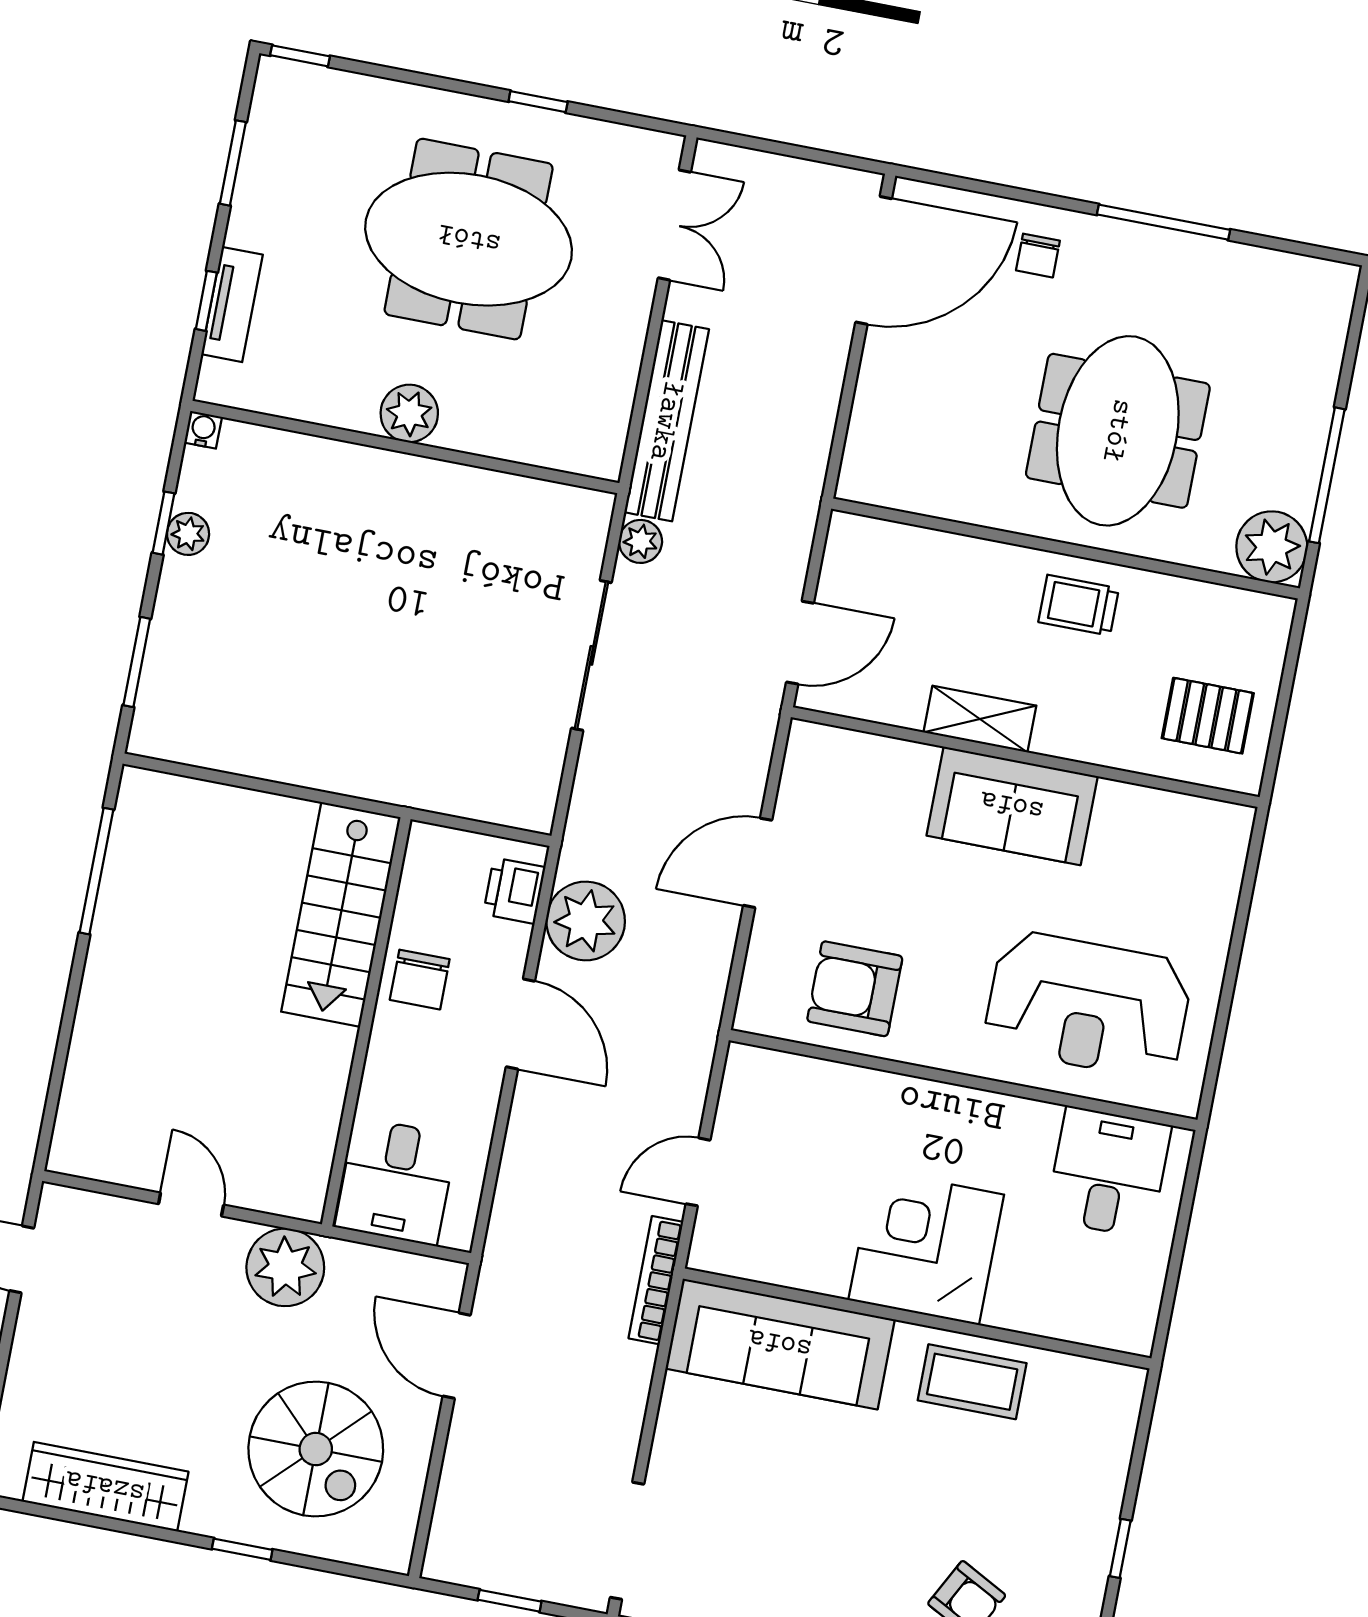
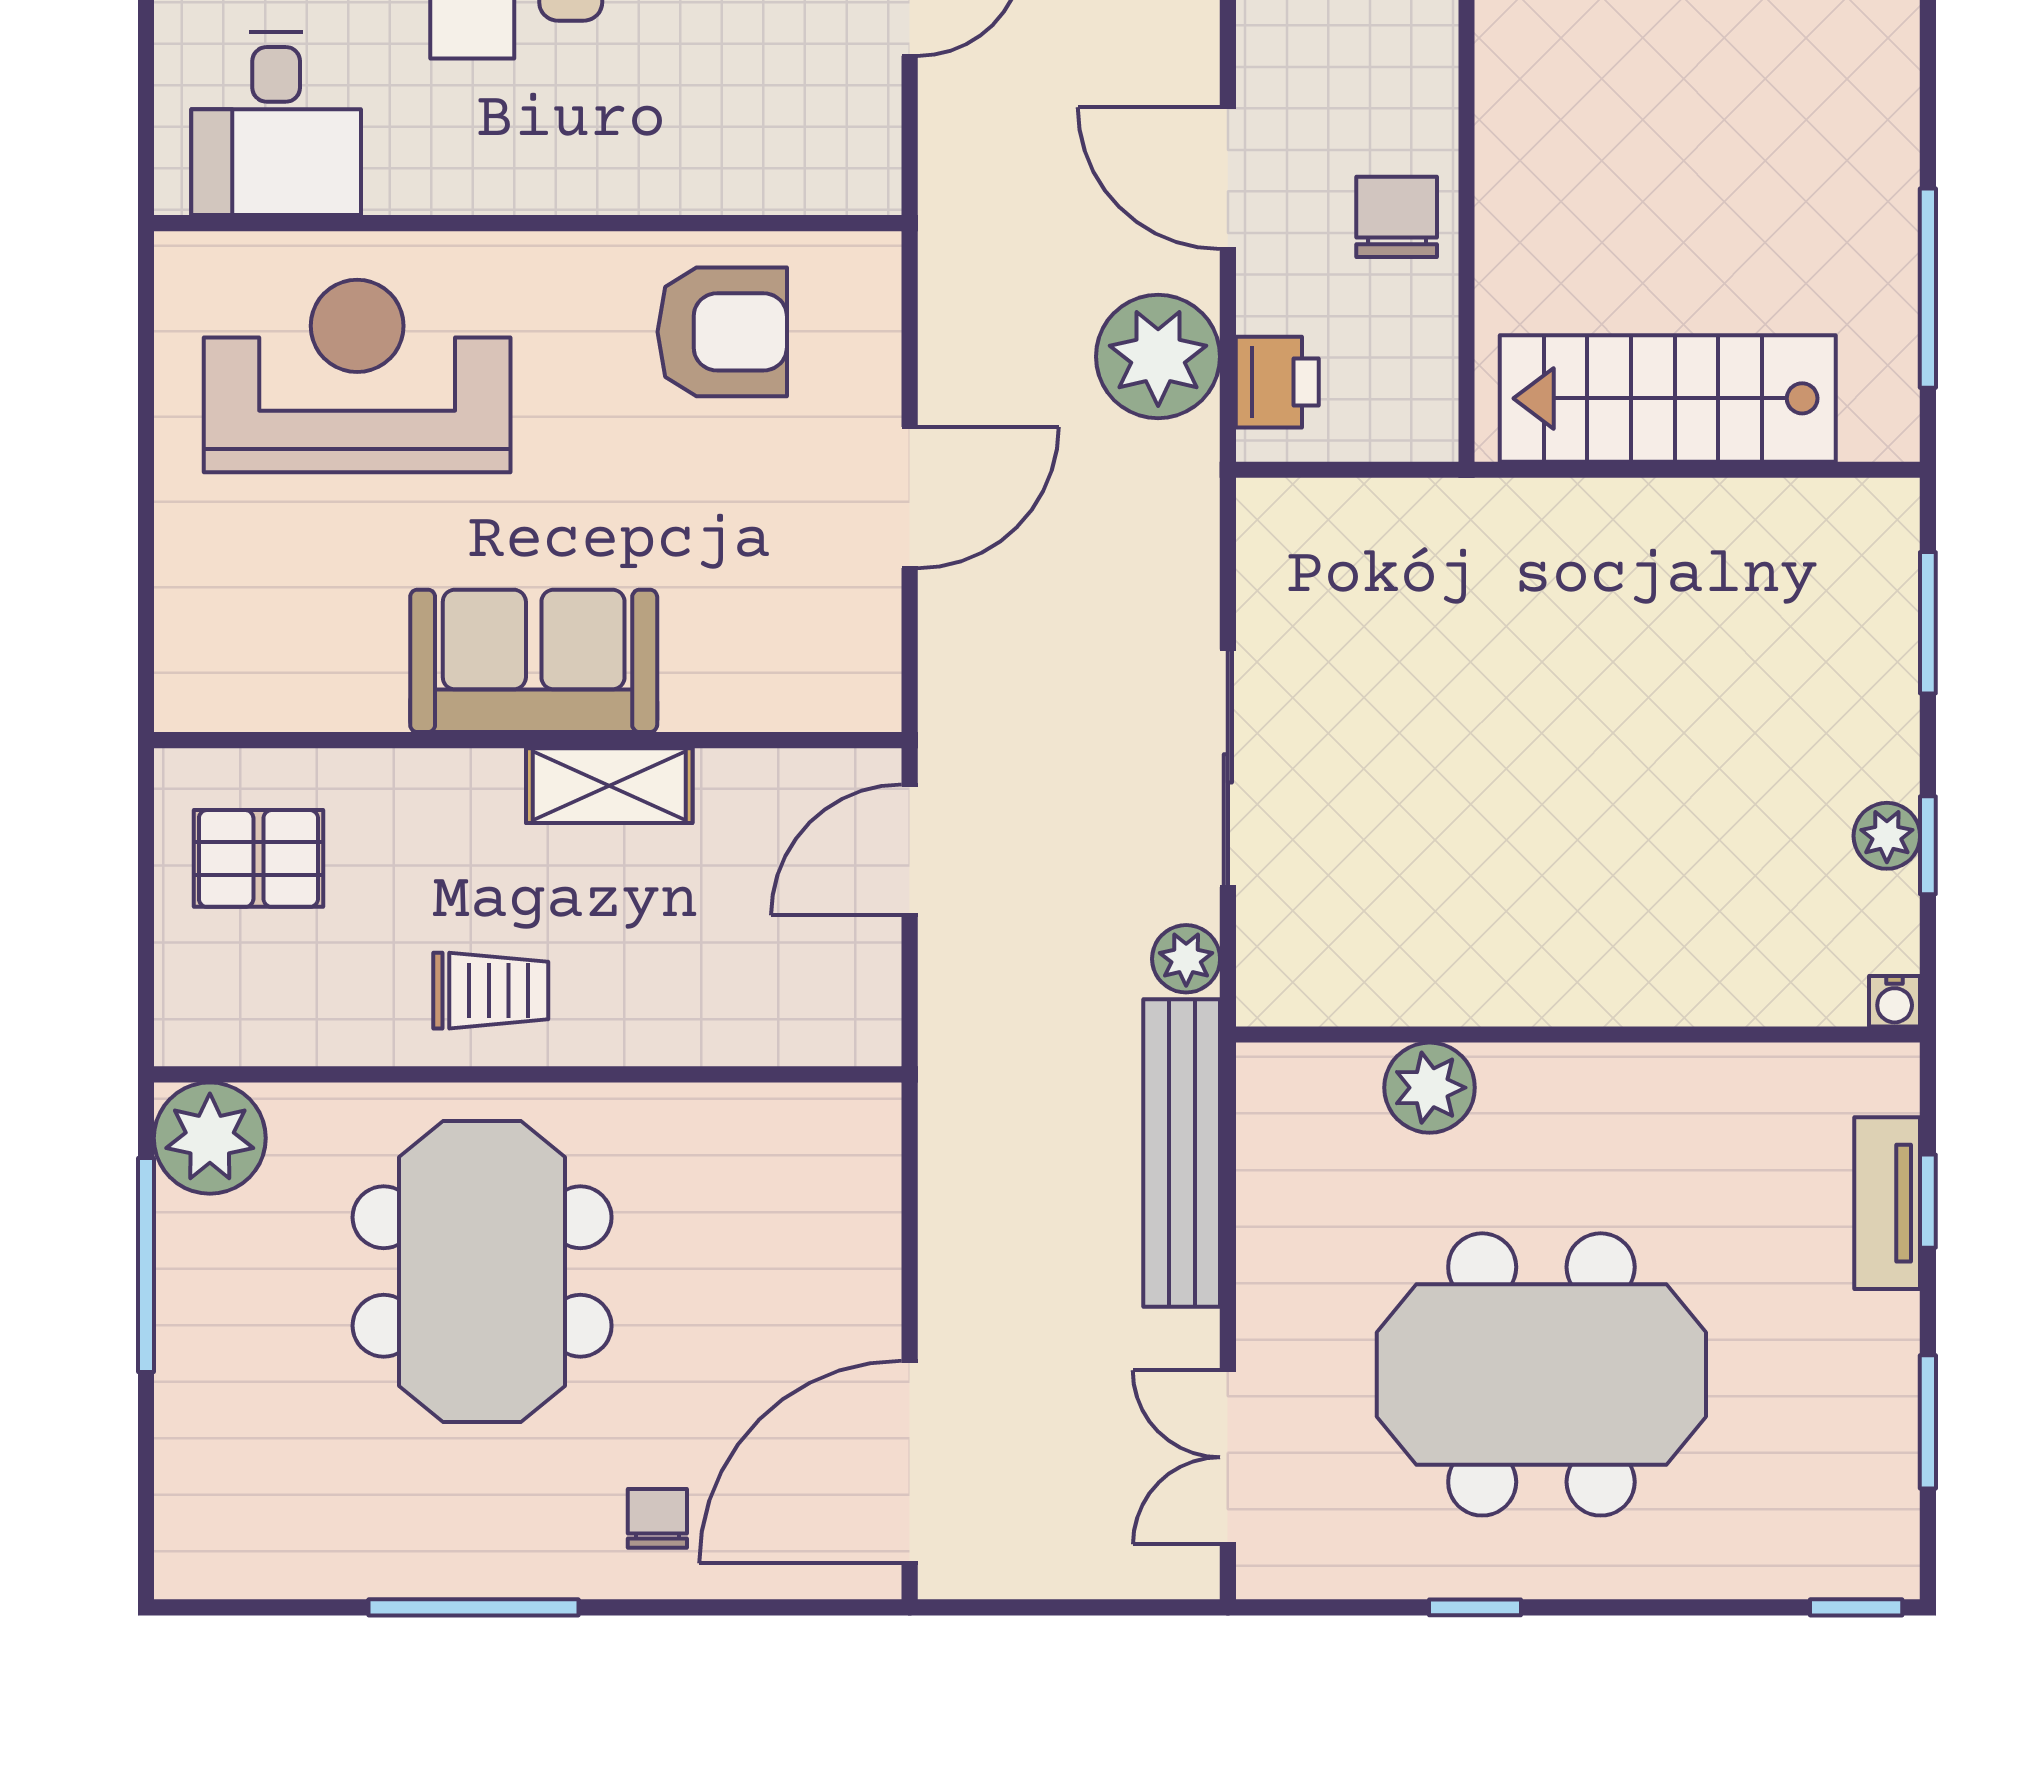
plant: (409, 413) -> (1430, 1088), moved
stairs: (341, 914) -> (1668, 398), moved, turned -90

